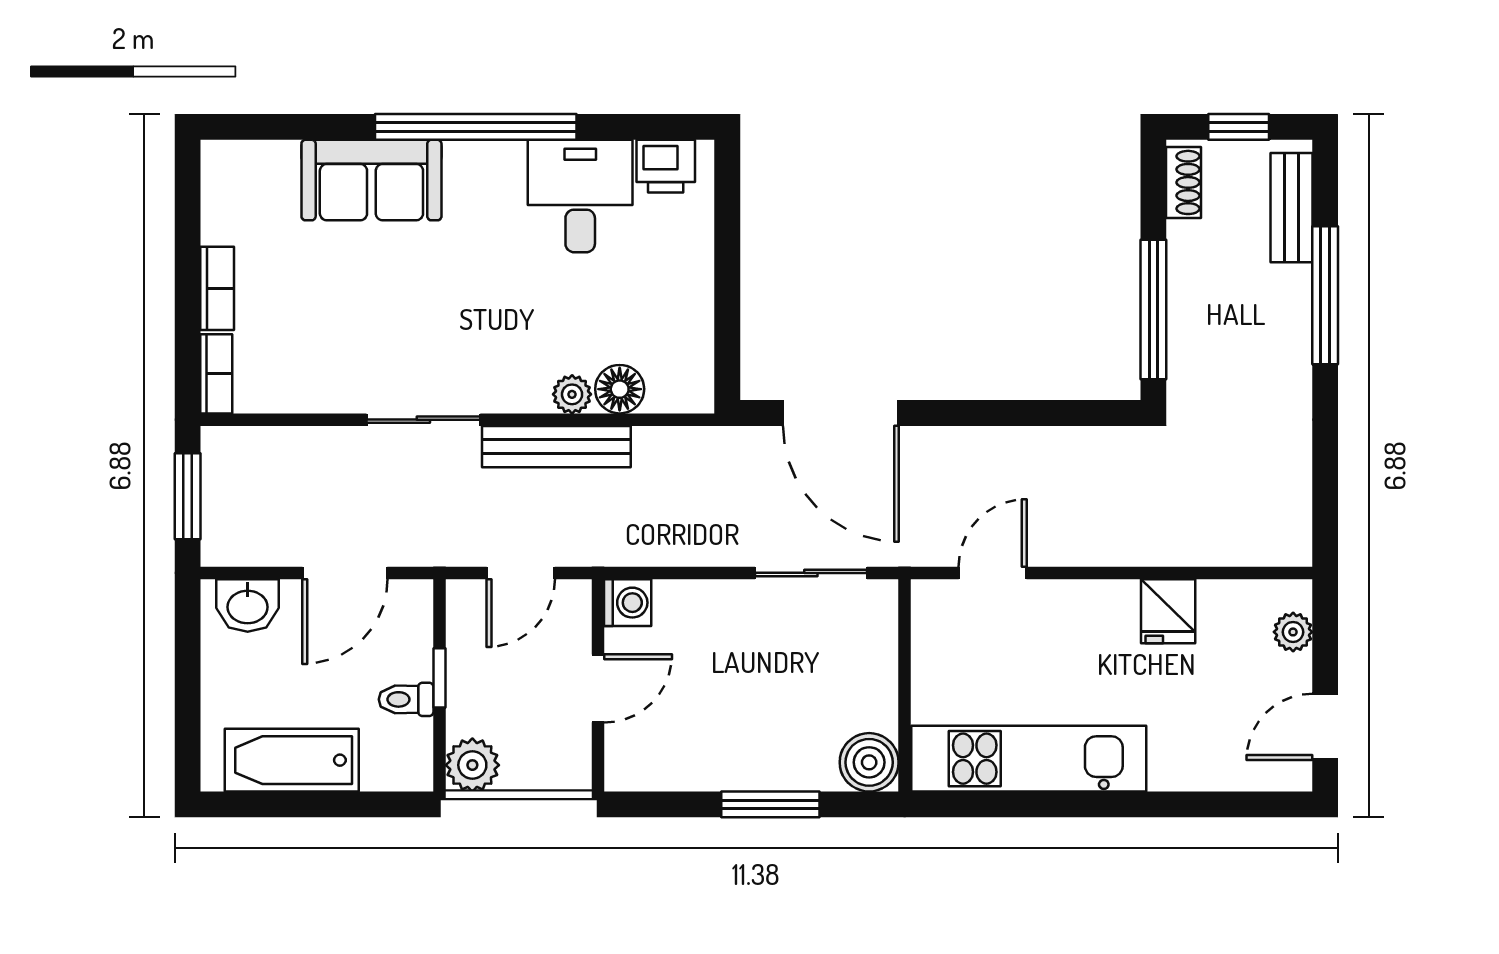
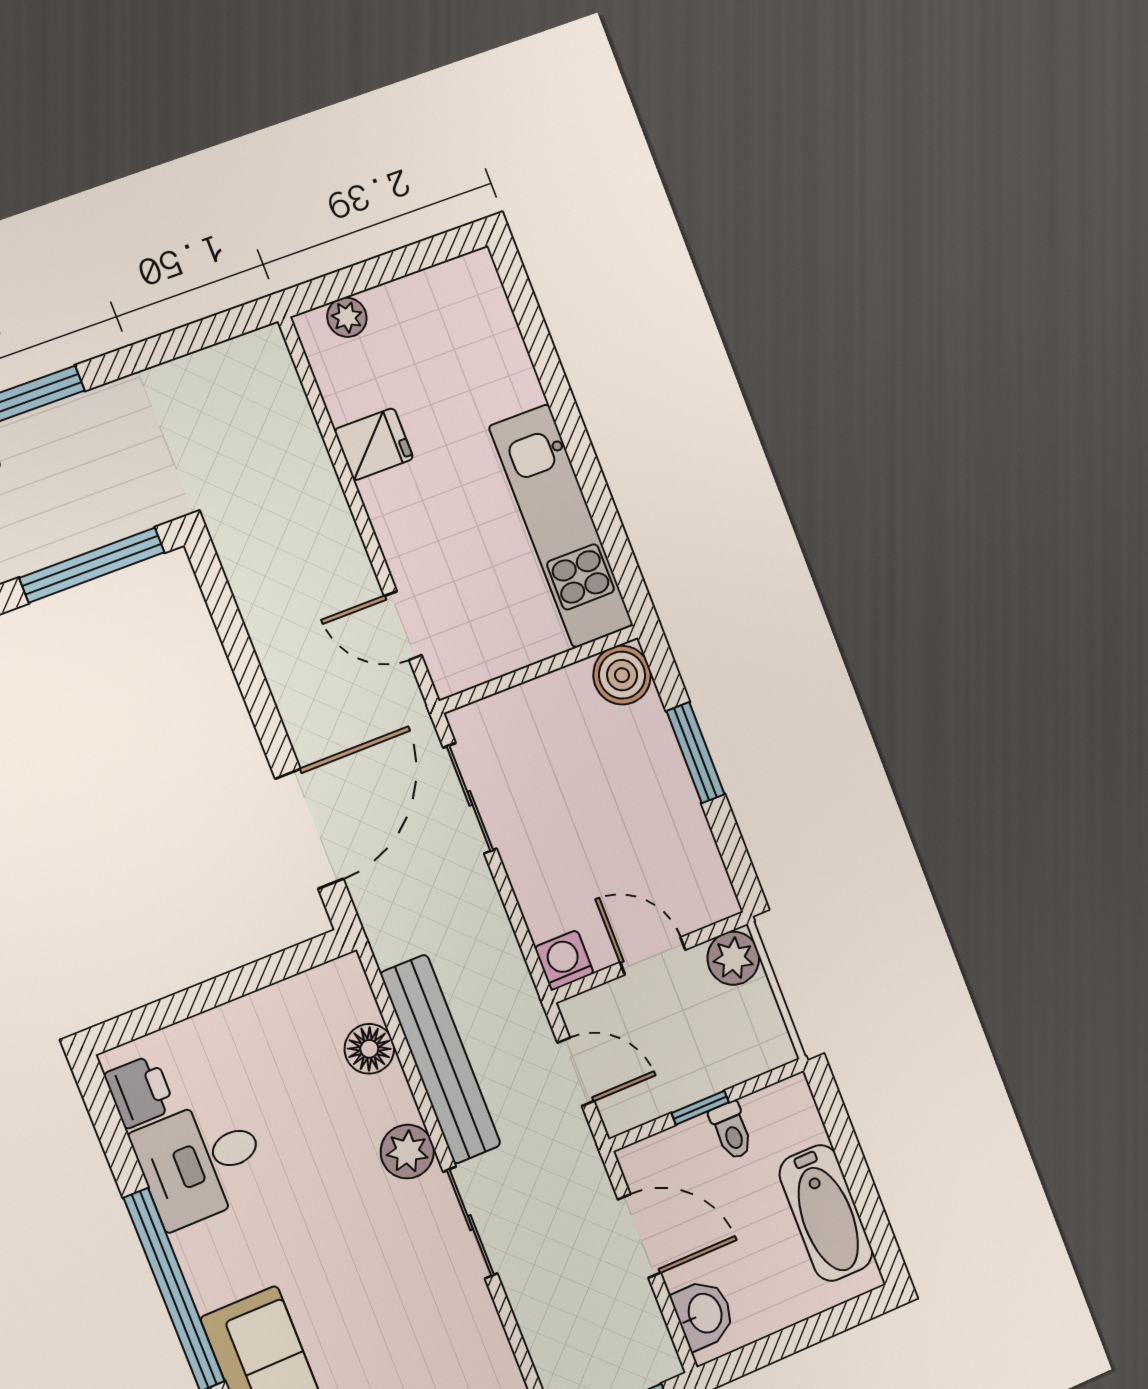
plant: (572, 394) -> (407, 1152), moved, width x1.38, depth x1.38
bench: (556, 447) -> (440, 1059), width x1.37, depth x1.21
door: (1325, 727) -> (423, 255), removed
plant: (472, 765) -> (733, 958), moved

